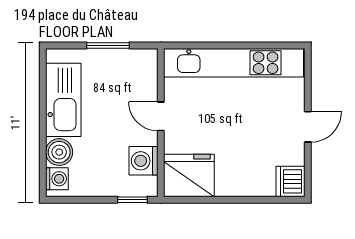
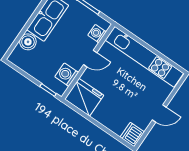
door: (161, 116) -> (90, 59), swing flipped
washing machine: (57, 179) -> (97, 34), moved, turned 180

